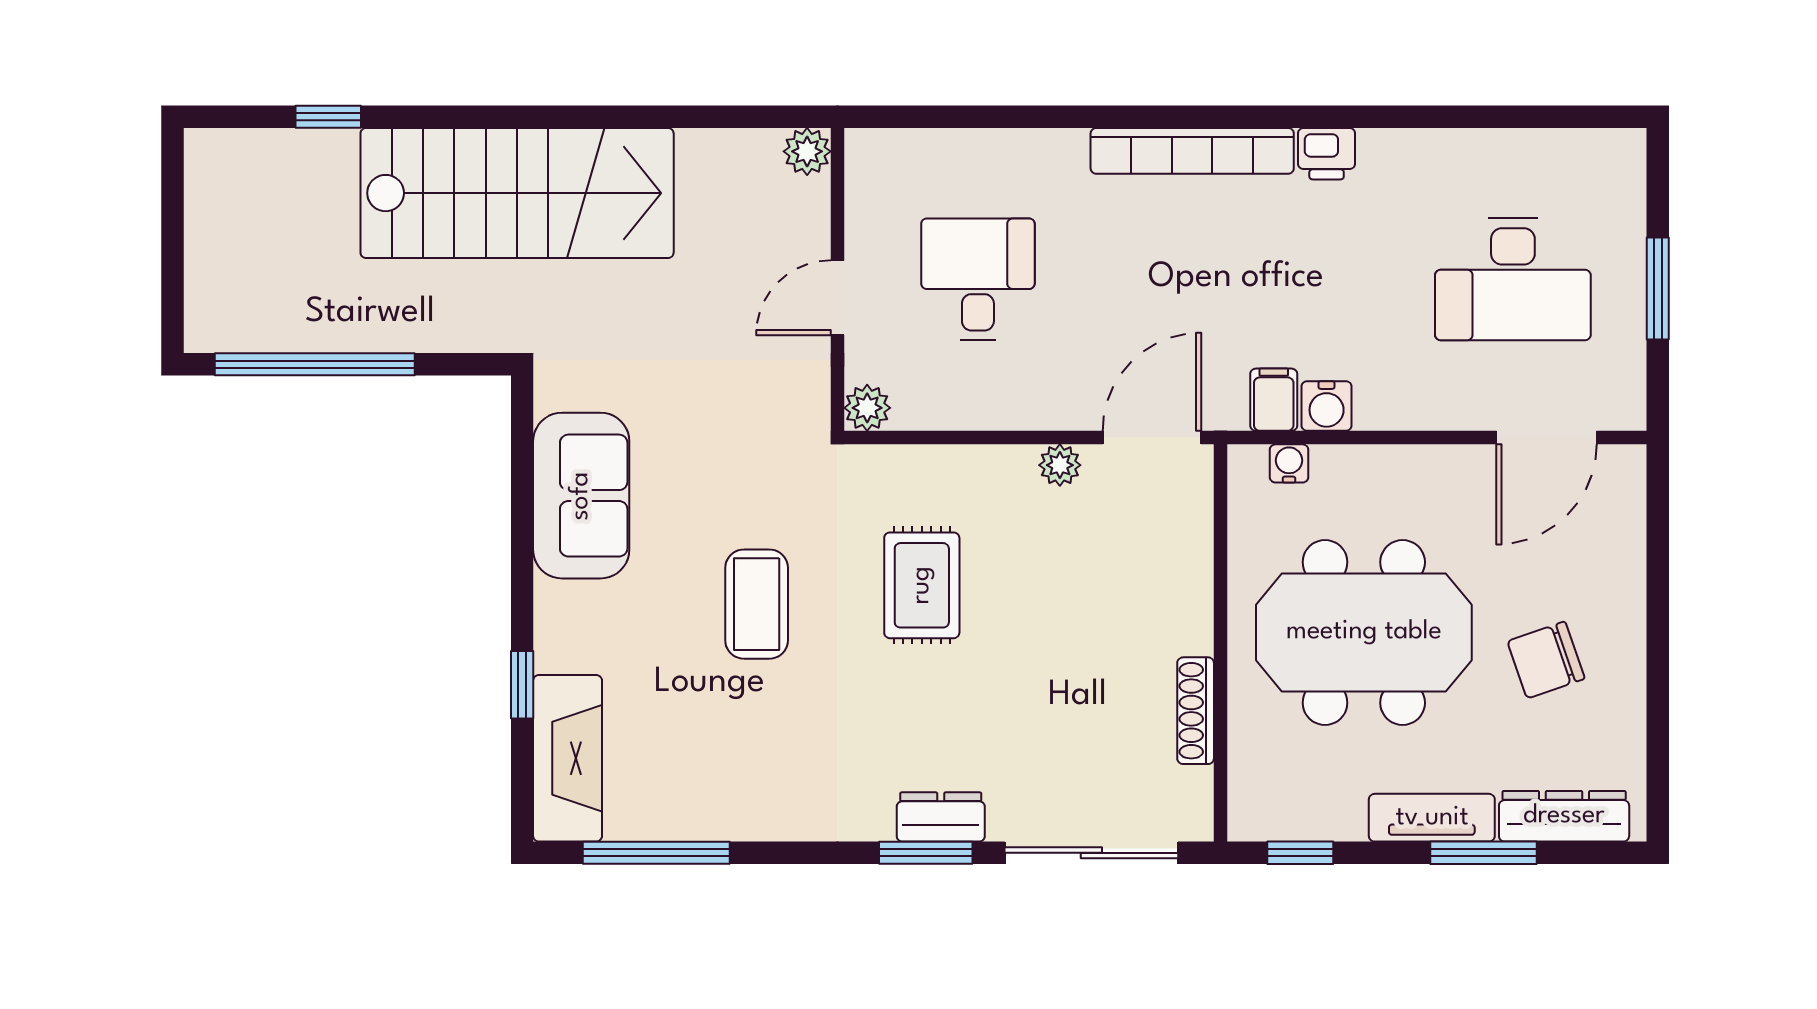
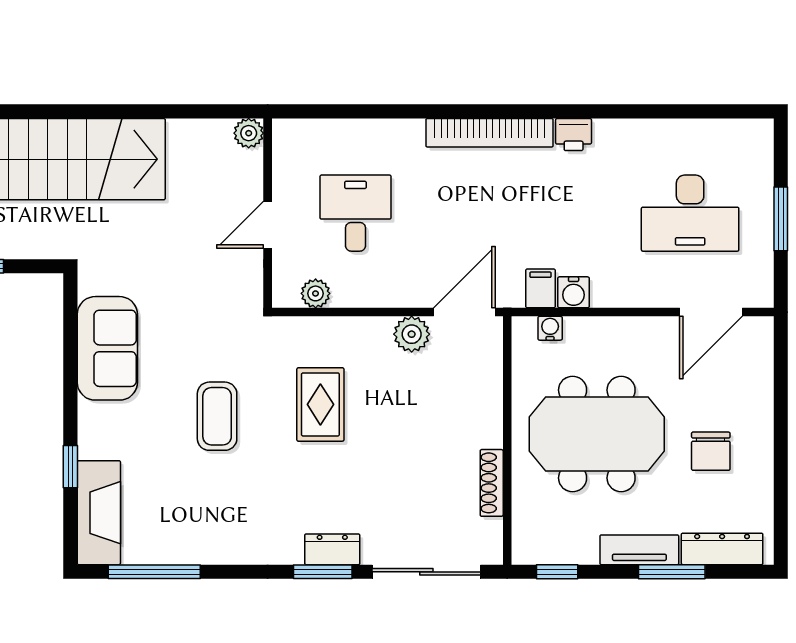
plant: (867, 408) -> (316, 293), moved
plant: (1060, 465) -> (412, 334), width x1.38, depth x1.38
chair: (1546, 660) -> (711, 451), turned -71

